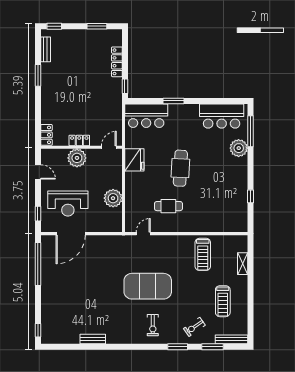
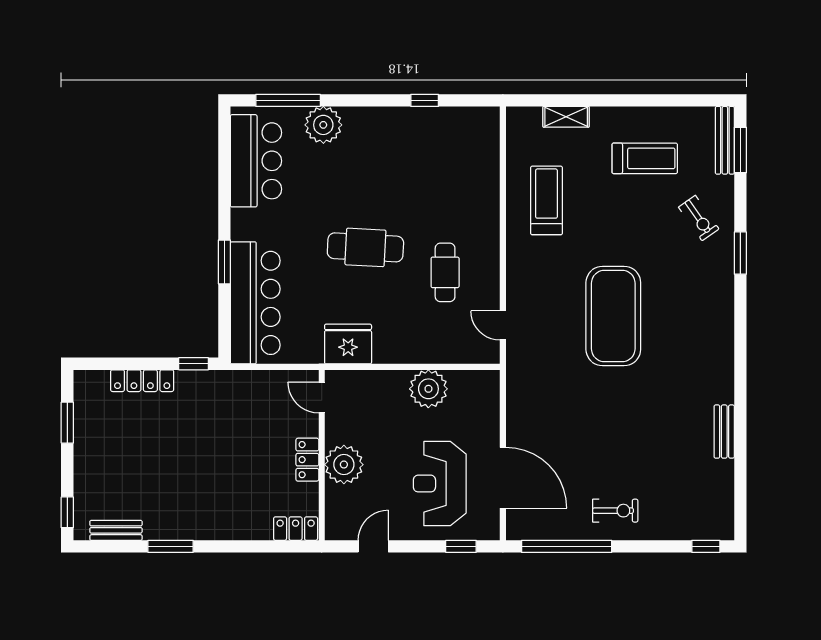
bar counter: (146, 116) -> (255, 303), width x1.36
reception desk: (68, 204) -> (440, 484), turned 180
treadmill: (203, 254) -> (546, 200), turned -90
exercise bike: (153, 325) -> (615, 511), moved
window: (212, 347) -> (740, 150), moved

